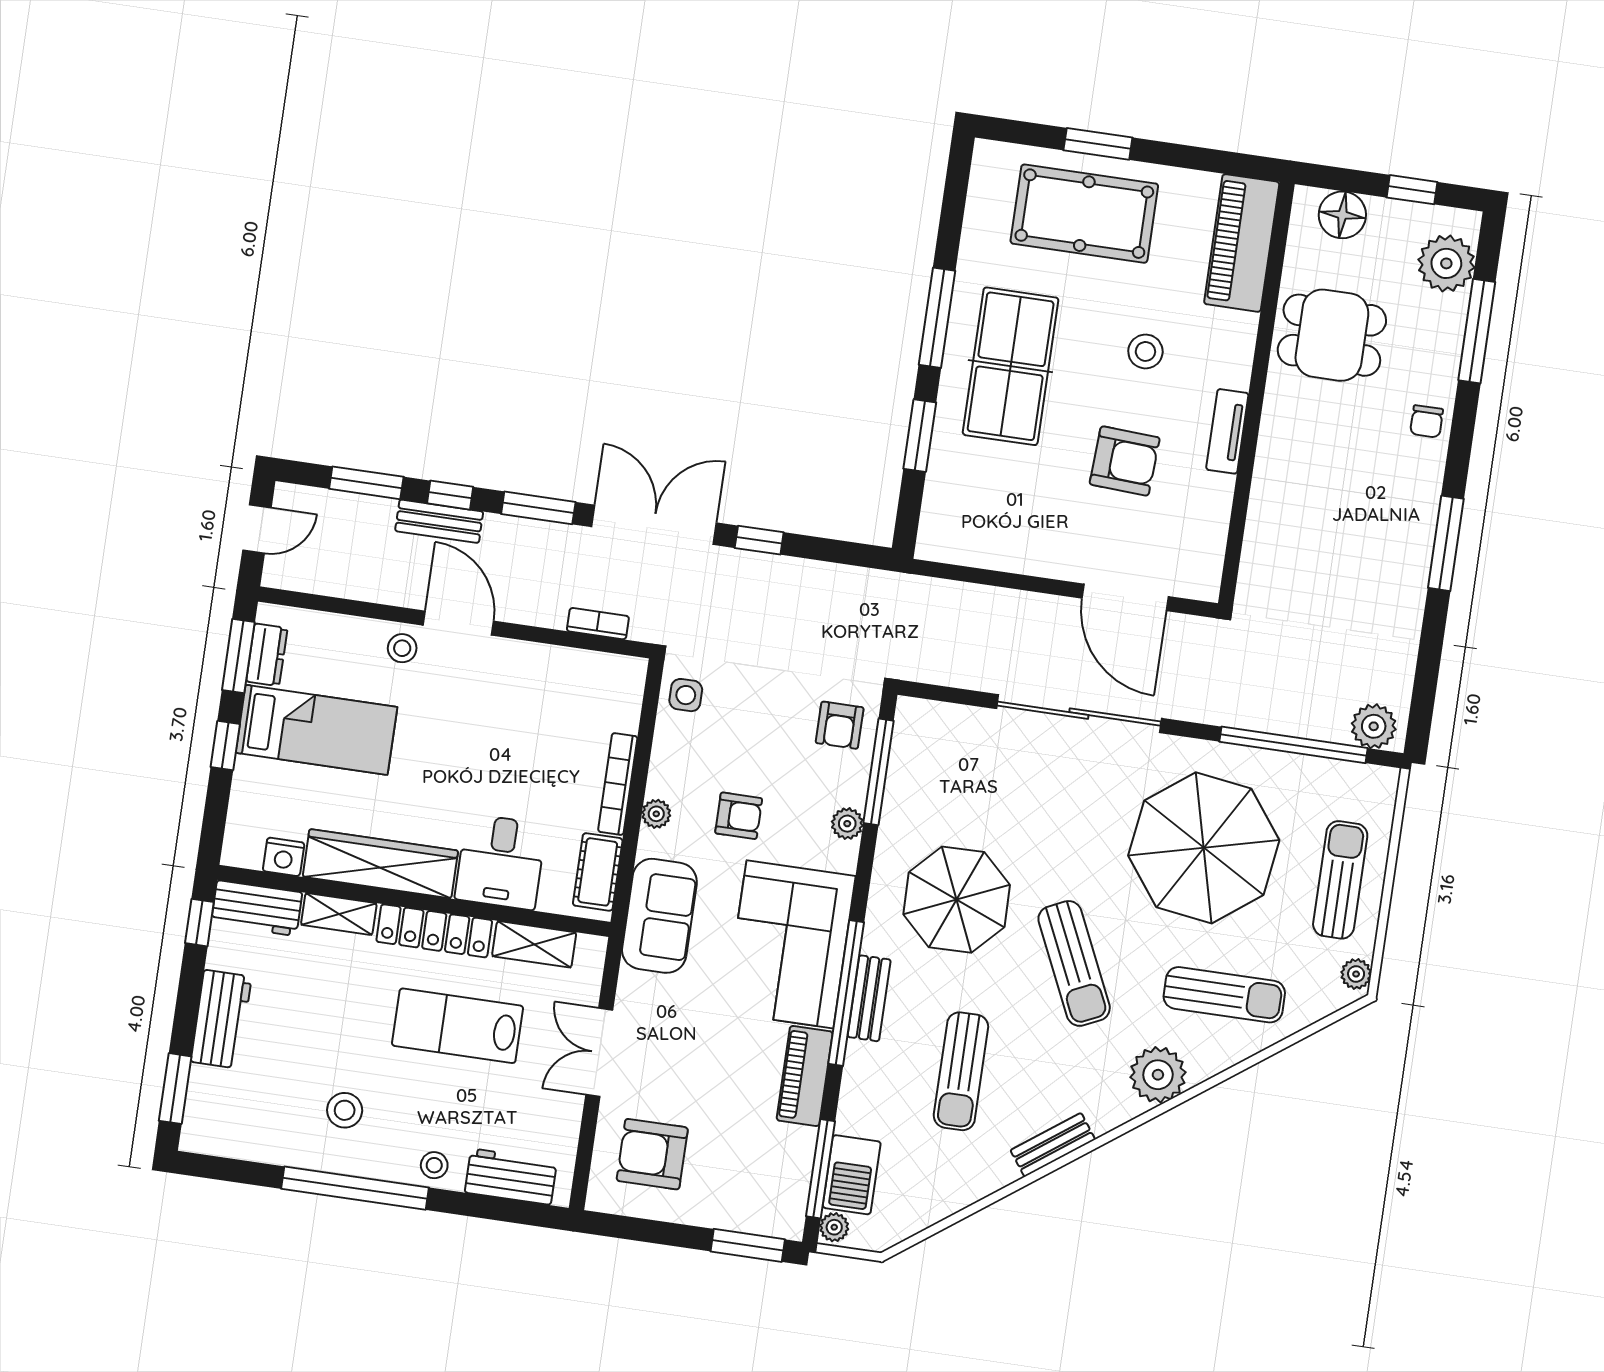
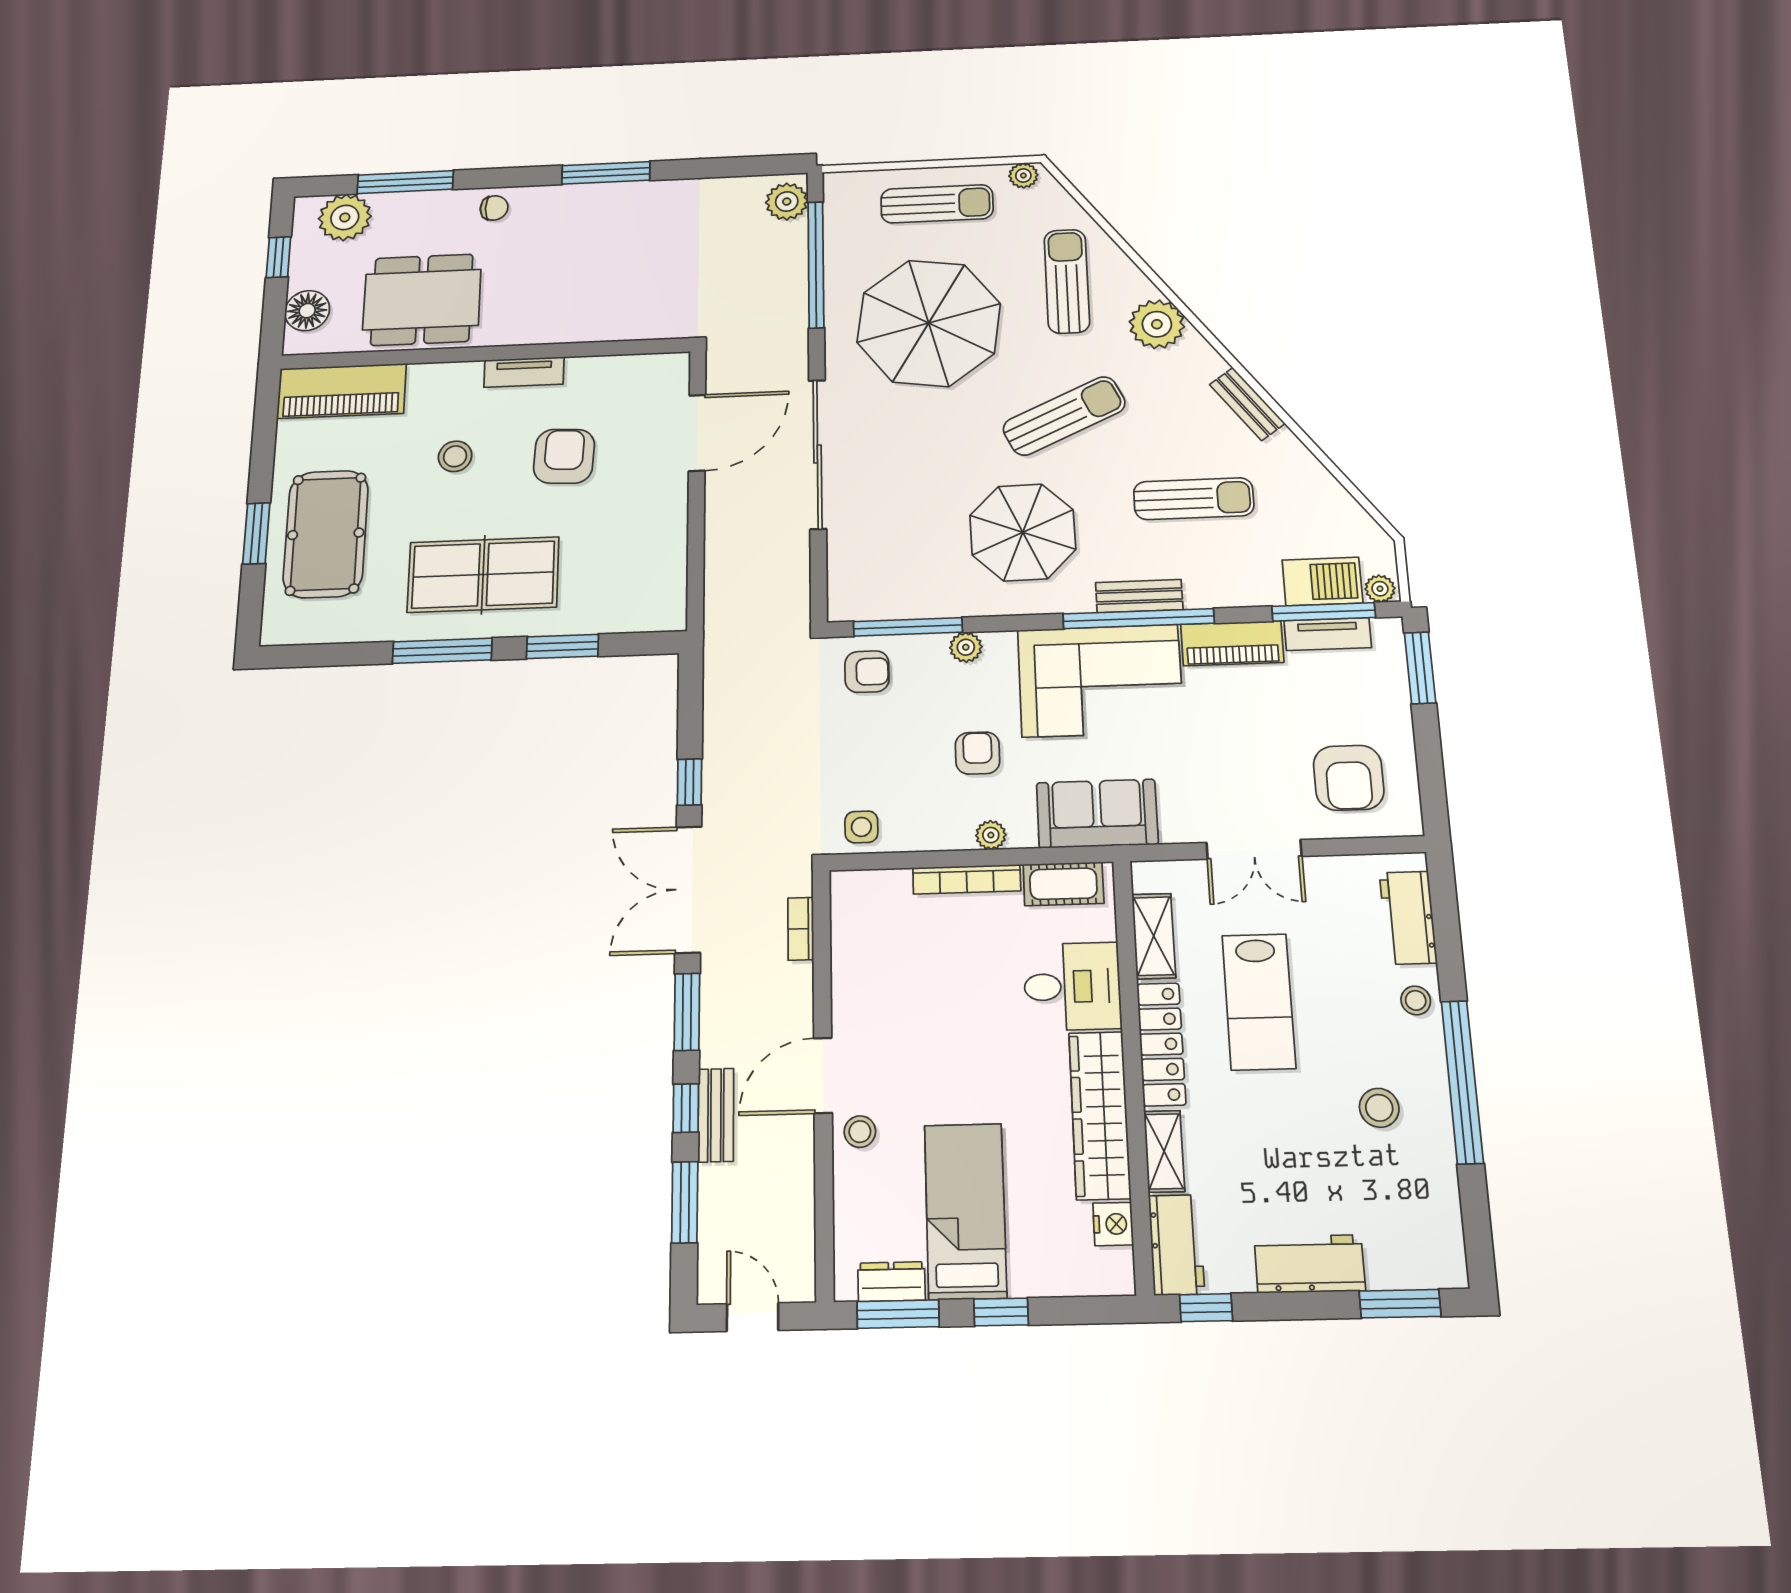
dining table: (1332, 335) -> (422, 300), width x1.38
sun lounger: (1340, 880) -> (937, 204), turned 180
tv unit: (797, 1168) -> (1328, 634), added

